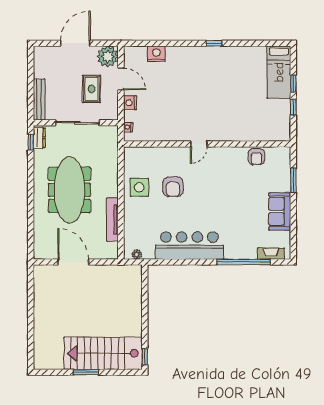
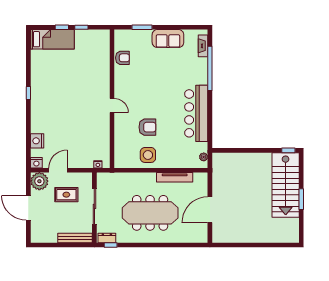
nightstand: (130, 103) -> (36, 163), moved

